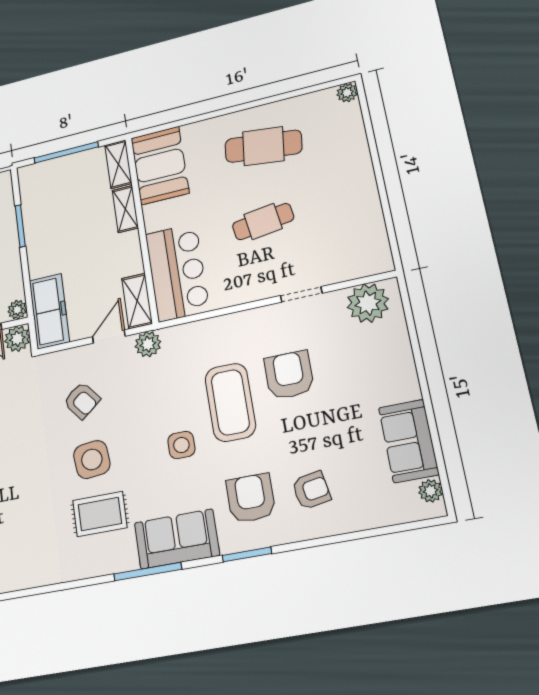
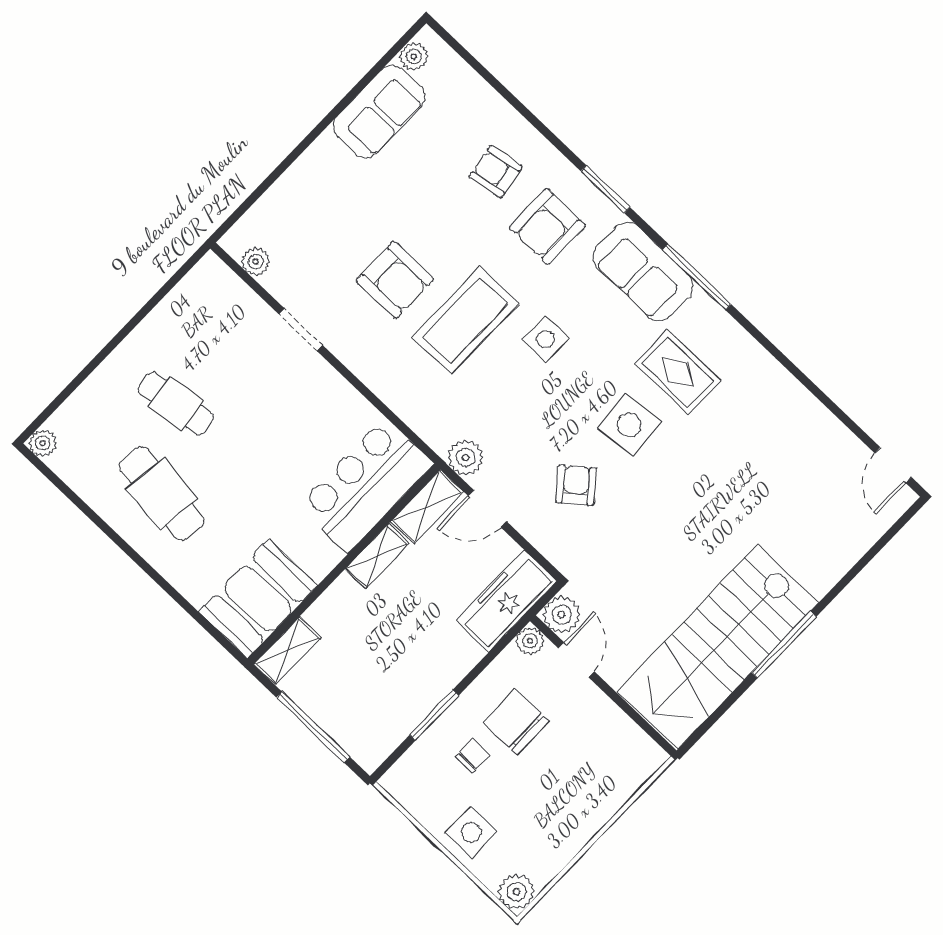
shelving: (125, 209) -> (377, 556), moved
cafe table: (263, 222) -> (176, 403), moved
plant: (368, 303) -> (256, 262), width x0.53, depth x0.53
armchair: (289, 375) -> (395, 280), turned -90

